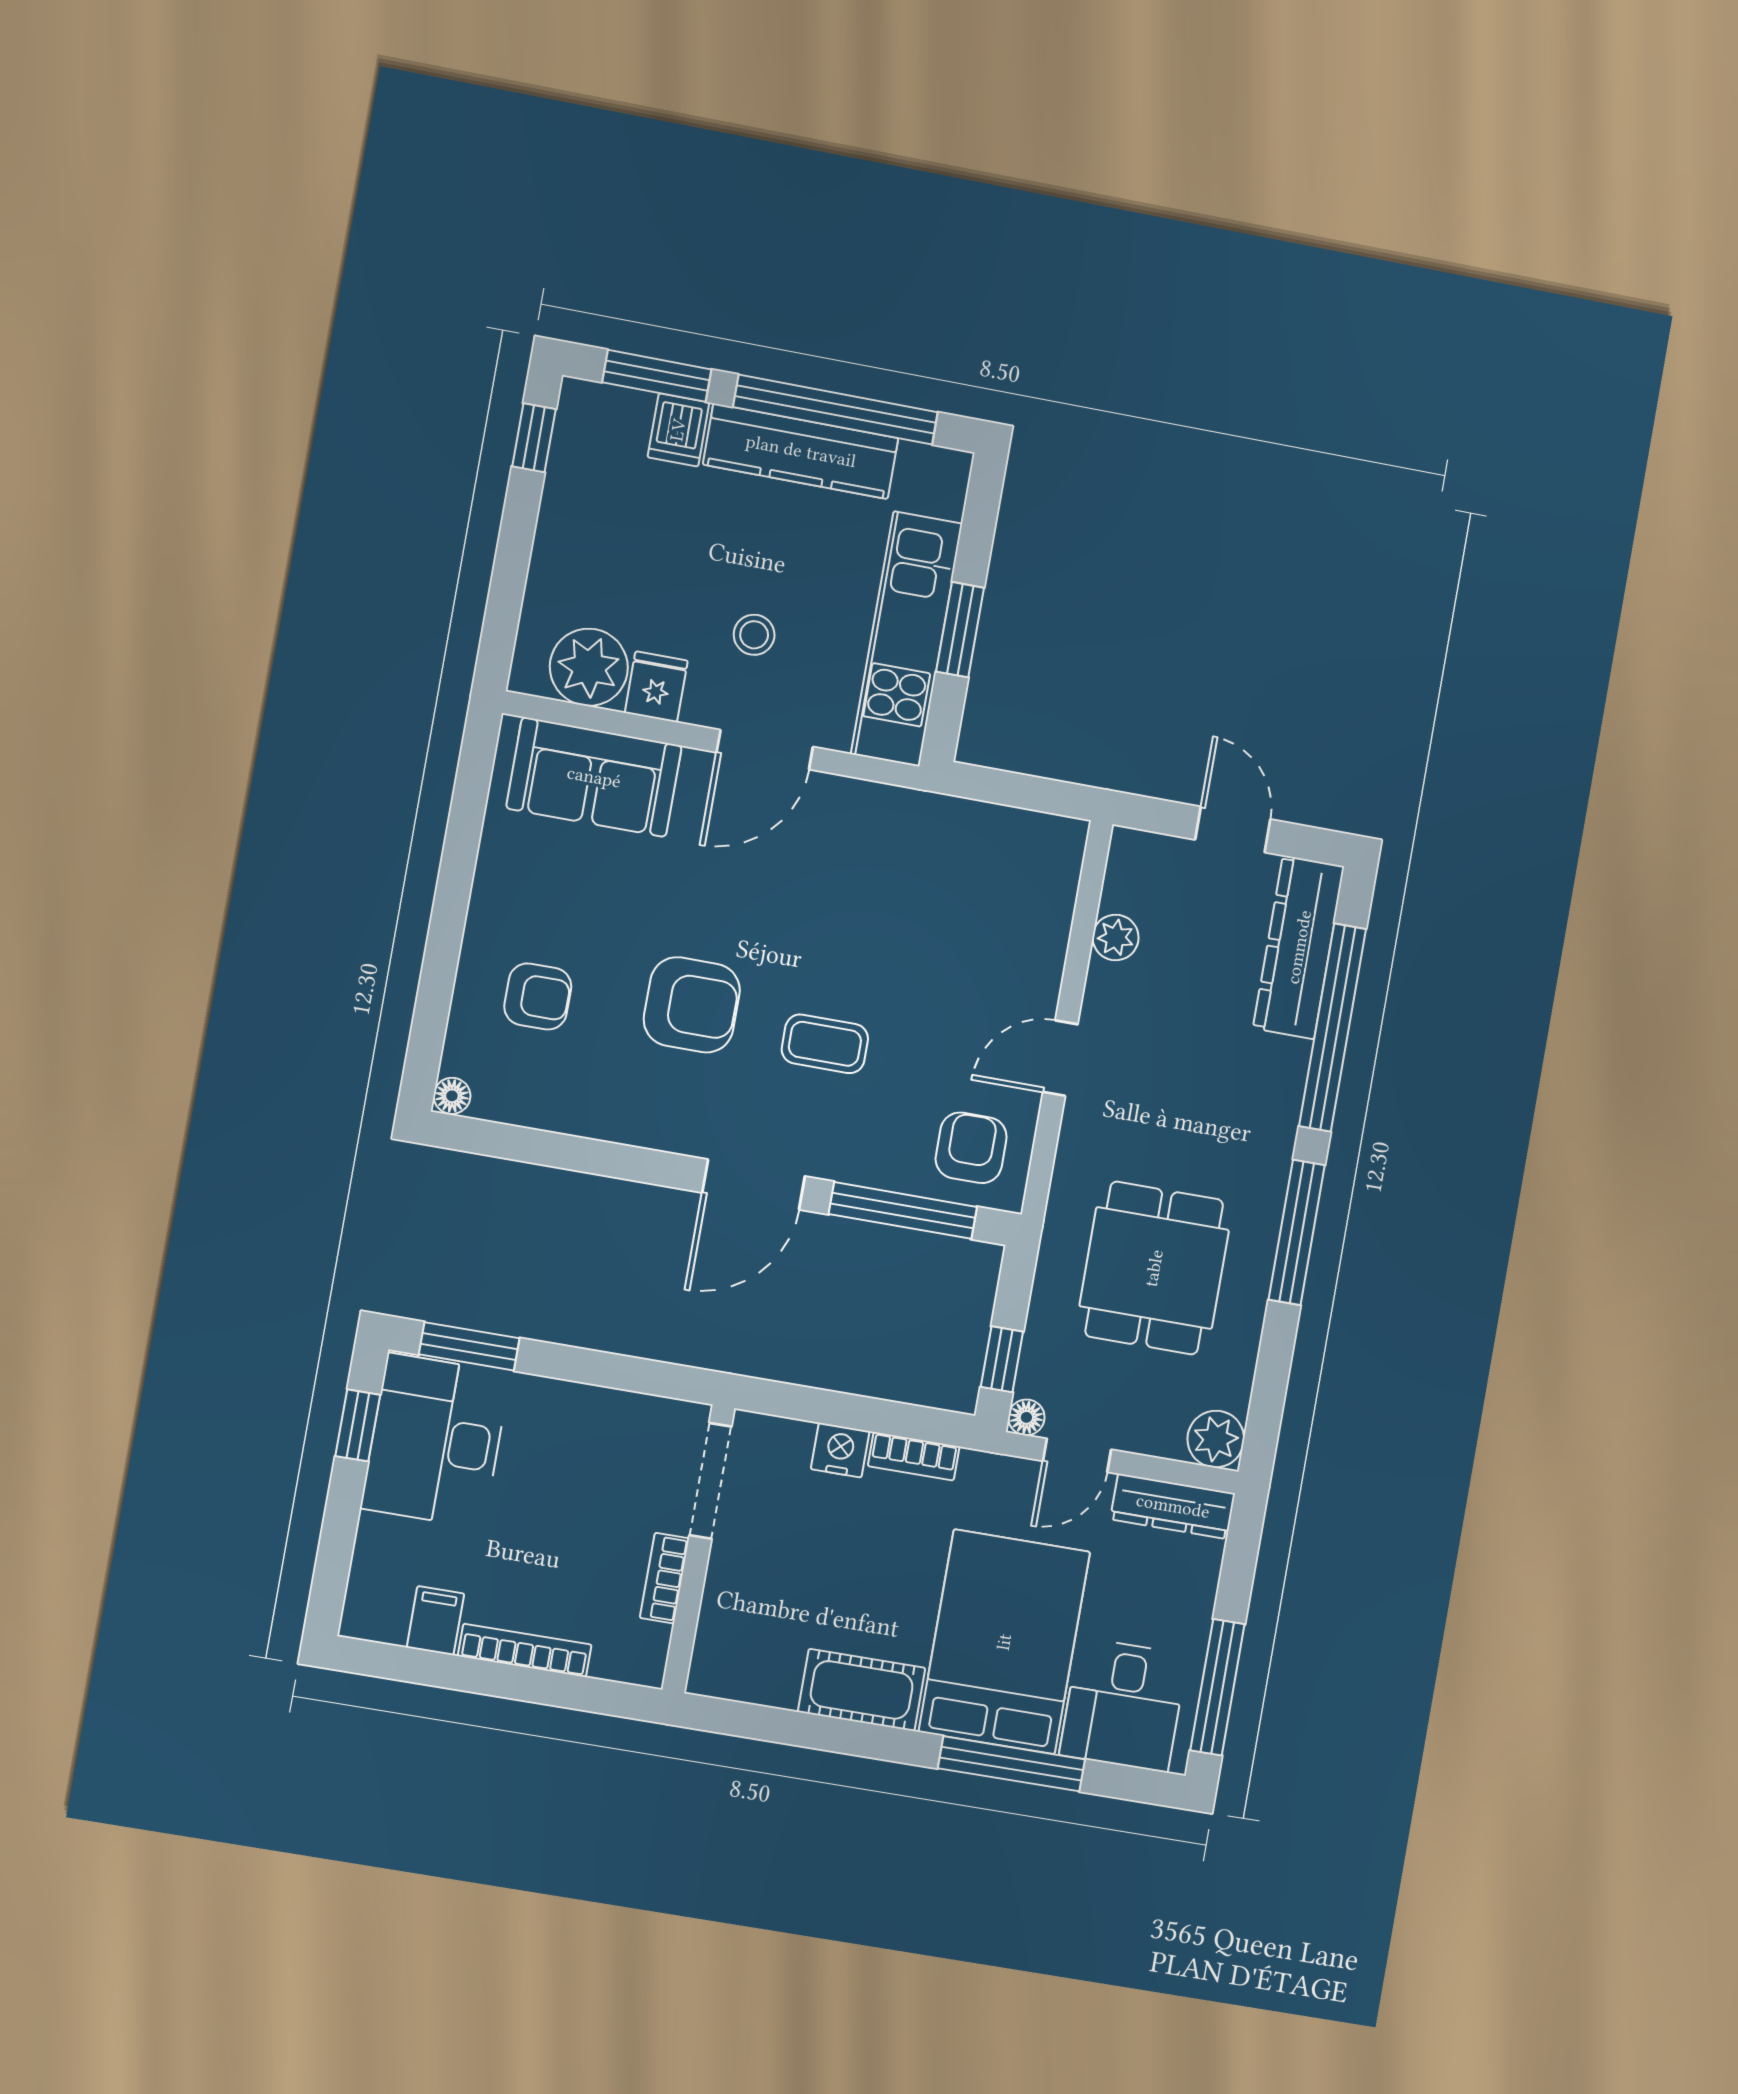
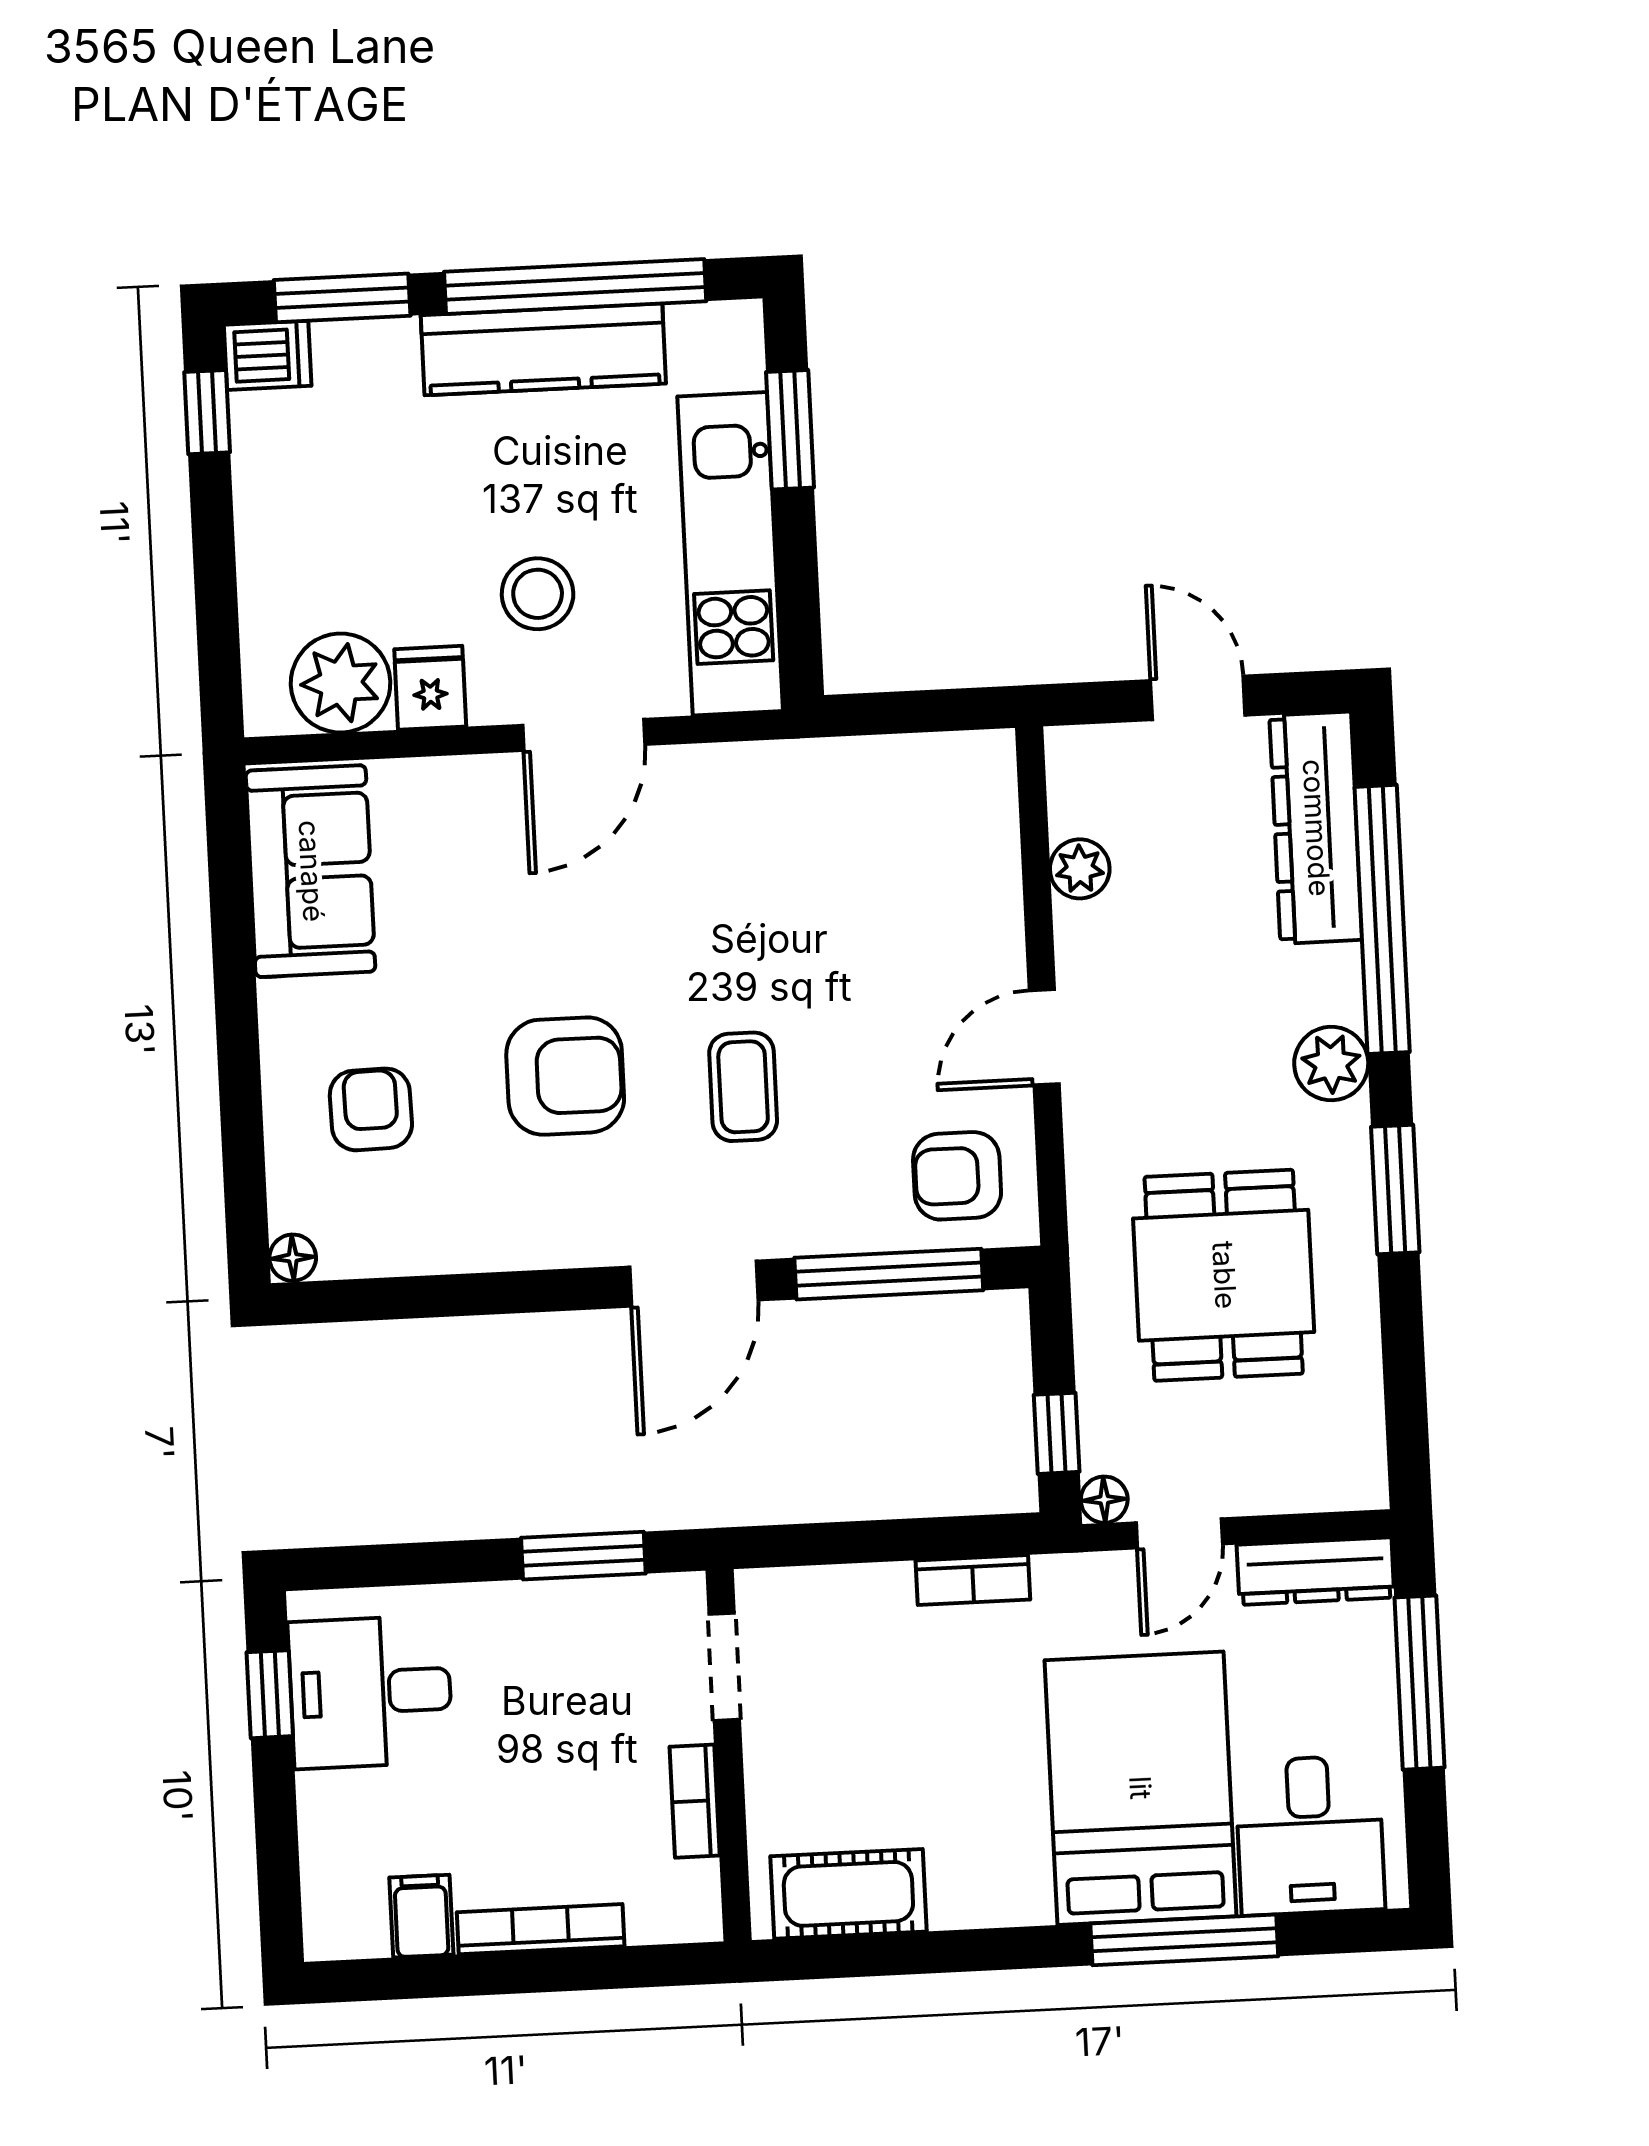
dishwasher: (678, 430) -> (268, 355), moved, turned -90
window: (960, 630) -> (790, 430), moved
stool: (754, 635) -> (538, 594), width x1.37, depth x1.37
sofa: (594, 777) -> (311, 871), moved, turned -90
armchair: (538, 996) -> (371, 1109), turned -91
coffee table: (825, 1044) -> (743, 1087), turned 90
armchair: (971, 1148) -> (957, 1176), turned -90
window: (1297, 1232) -> (1395, 1190), width x0.69
window: (469, 1346) -> (583, 1556), moved
plant: (1216, 1439) -> (1331, 1064), moved
desk: (436, 1441) -> (370, 1692), width x0.73
nightstand: (840, 1450) -> (878, 1593), removed
doorway: (710, 1481) -> (724, 1667), width x0.73
window: (1217, 1687) -> (1419, 1683), moved
cot: (862, 1690) -> (848, 1894), moved

